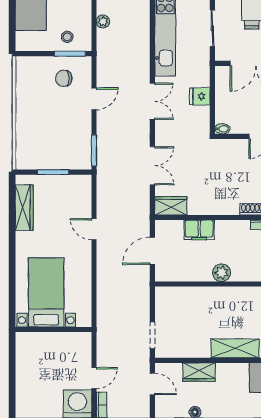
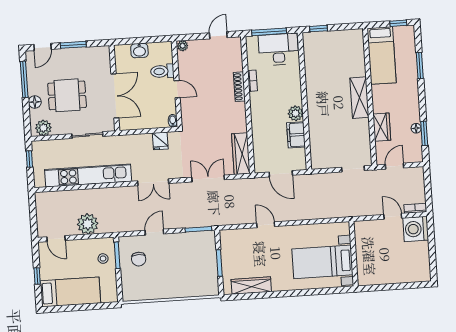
plant: (103, 22) -> (88, 224), width x1.88, depth x1.88
fridge: (200, 96) -> (160, 141), moved
door: (94, 99) -> (154, 232), hinge flipped
double door: (152, 101) -> (153, 182), swing flipped
wardrobe: (171, 206) -> (241, 154), width x1.50
door: (94, 229) -> (266, 225), swing flipped
filing cabinet: (199, 230) -> (296, 135), moved, turned 180

